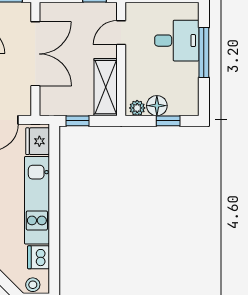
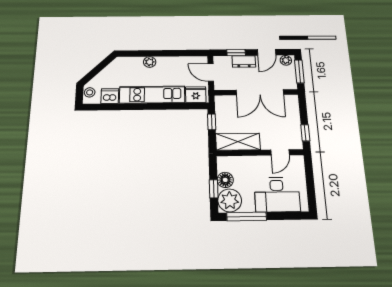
door: (121, 33) -> (280, 152), swing flipped
desk: (177, 41) -> (277, 195), width x1.37
window: (204, 53) -> (247, 216), moved
plant: (137, 108) -> (230, 200), moved, width x1.88, depth x1.88

